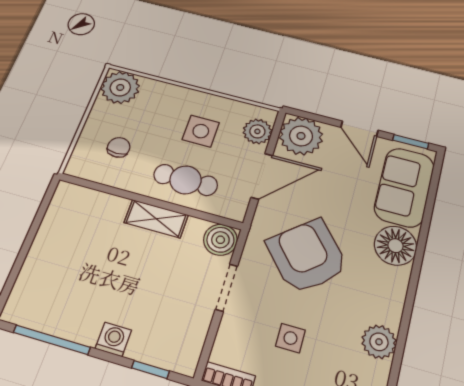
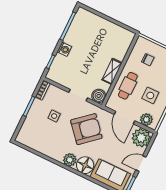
plant: (379, 342) -> (70, 160), moved

